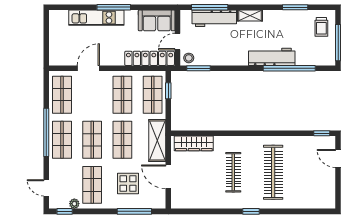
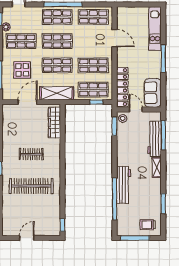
kitchen unit: (96, 18) -> (155, 29), moved
door: (338, 159) -> (27, 238), moved
clothes rail: (233, 172) -> (31, 154), width x0.73

